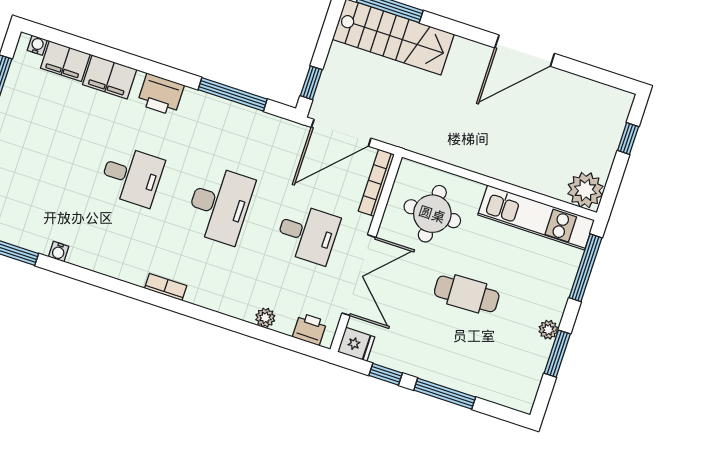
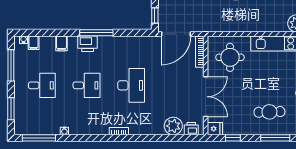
filing cabinet: (65, 61) -> (34, 43), width x0.50
filing cabinet: (110, 77) -> (62, 43), width x0.50
window: (233, 94) -> (96, 33), moved
desk: (307, 234) -> (42, 85), moved
cafe table: (467, 294) -> (269, 112), moved
plant: (265, 318) -> (173, 126), width x1.88, depth x1.88
window: (445, 394) -> (275, 138), moved

